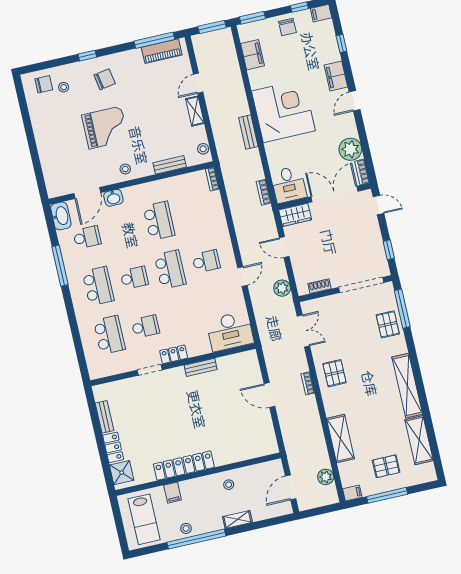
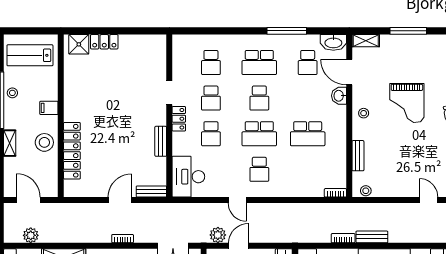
shelving: (195, 111) -> (366, 41), moved
window: (32, 143) -> (408, 31), added
bookcase: (264, 192) -> (343, 238), moved
door: (284, 247) -> (238, 246), moved
school desk: (181, 318) -> (211, 134), added
school desk: (109, 335) -> (211, 62), width x0.54
bench: (105, 417) -> (151, 192), moved
locker: (184, 466) -> (72, 151), moved
stool: (229, 485) -> (44, 142), width x1.89, depth x1.89
filing cabinet: (173, 493) -> (49, 108), moved

